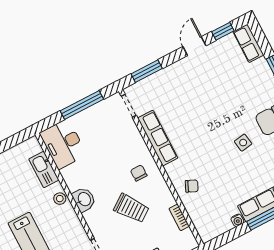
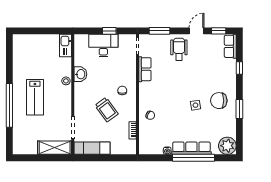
wheelchair: (184, 81) -> (179, 49), added
window: (82, 105) -> (109, 31), width x0.46
row of seats: (158, 138) -> (145, 69), width x0.68
desk: (63, 144) -> (103, 46), moved, turned 90
kitchen sink: (44, 169) -> (66, 46), moved
washbasin: (84, 199) -> (80, 74), moved

